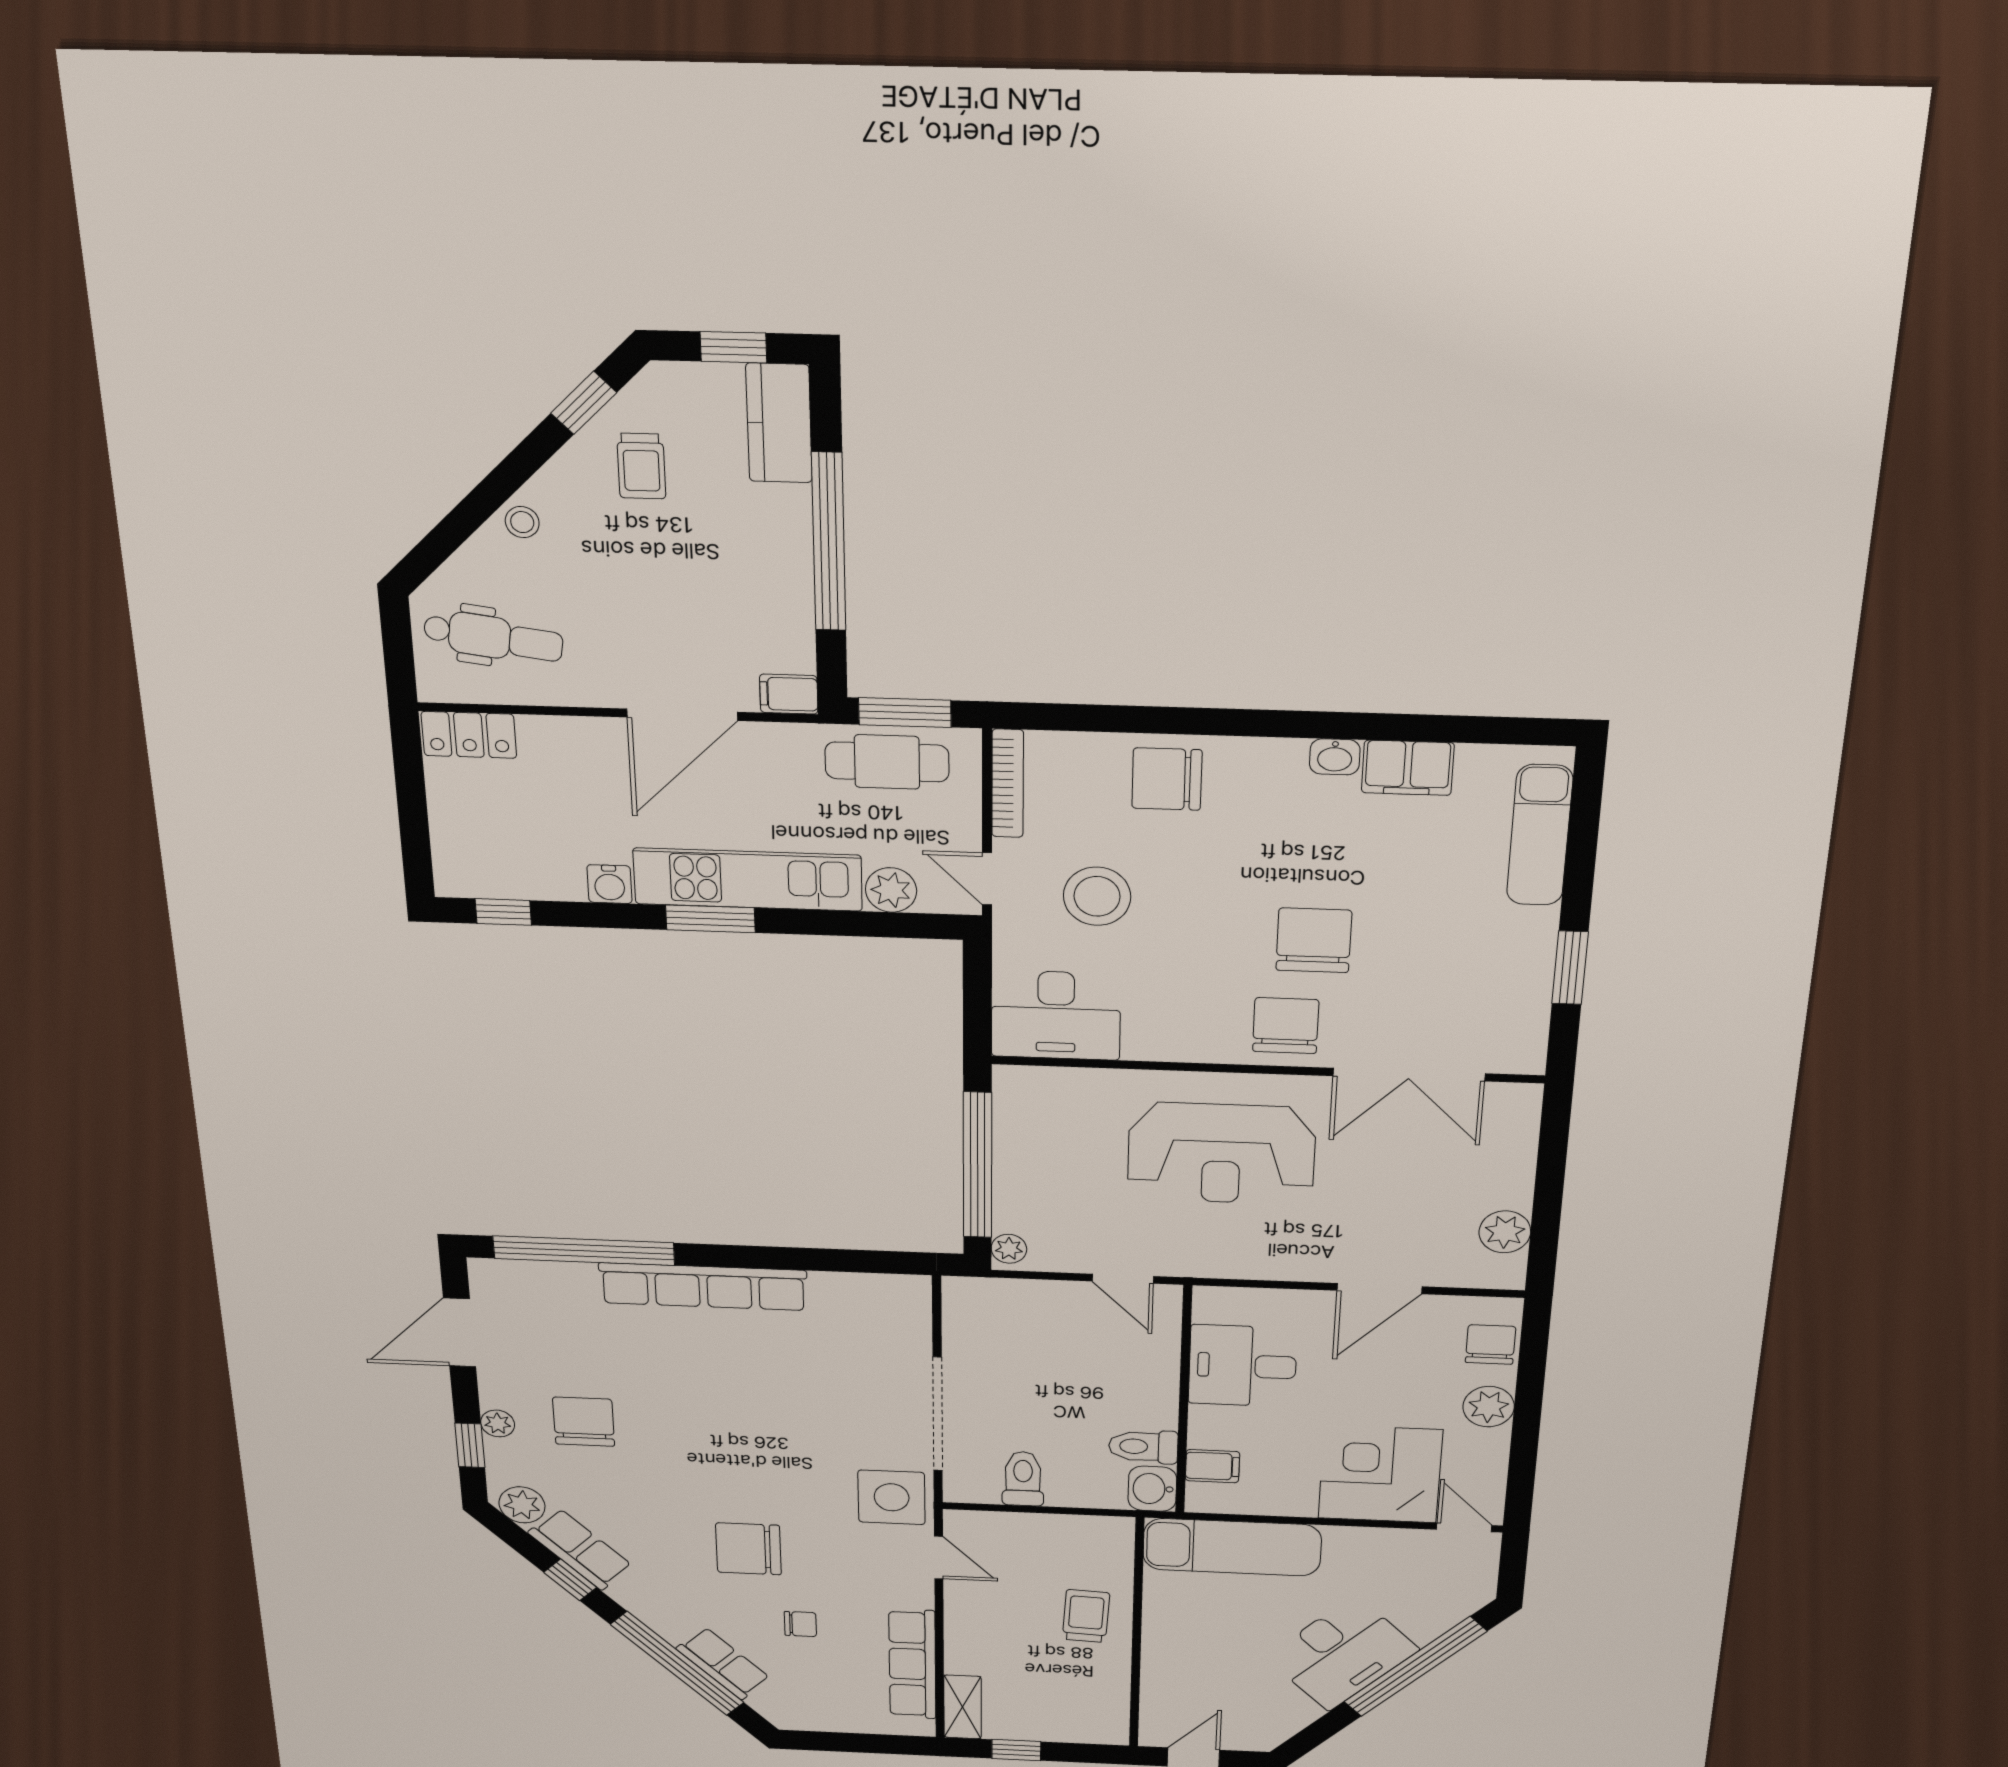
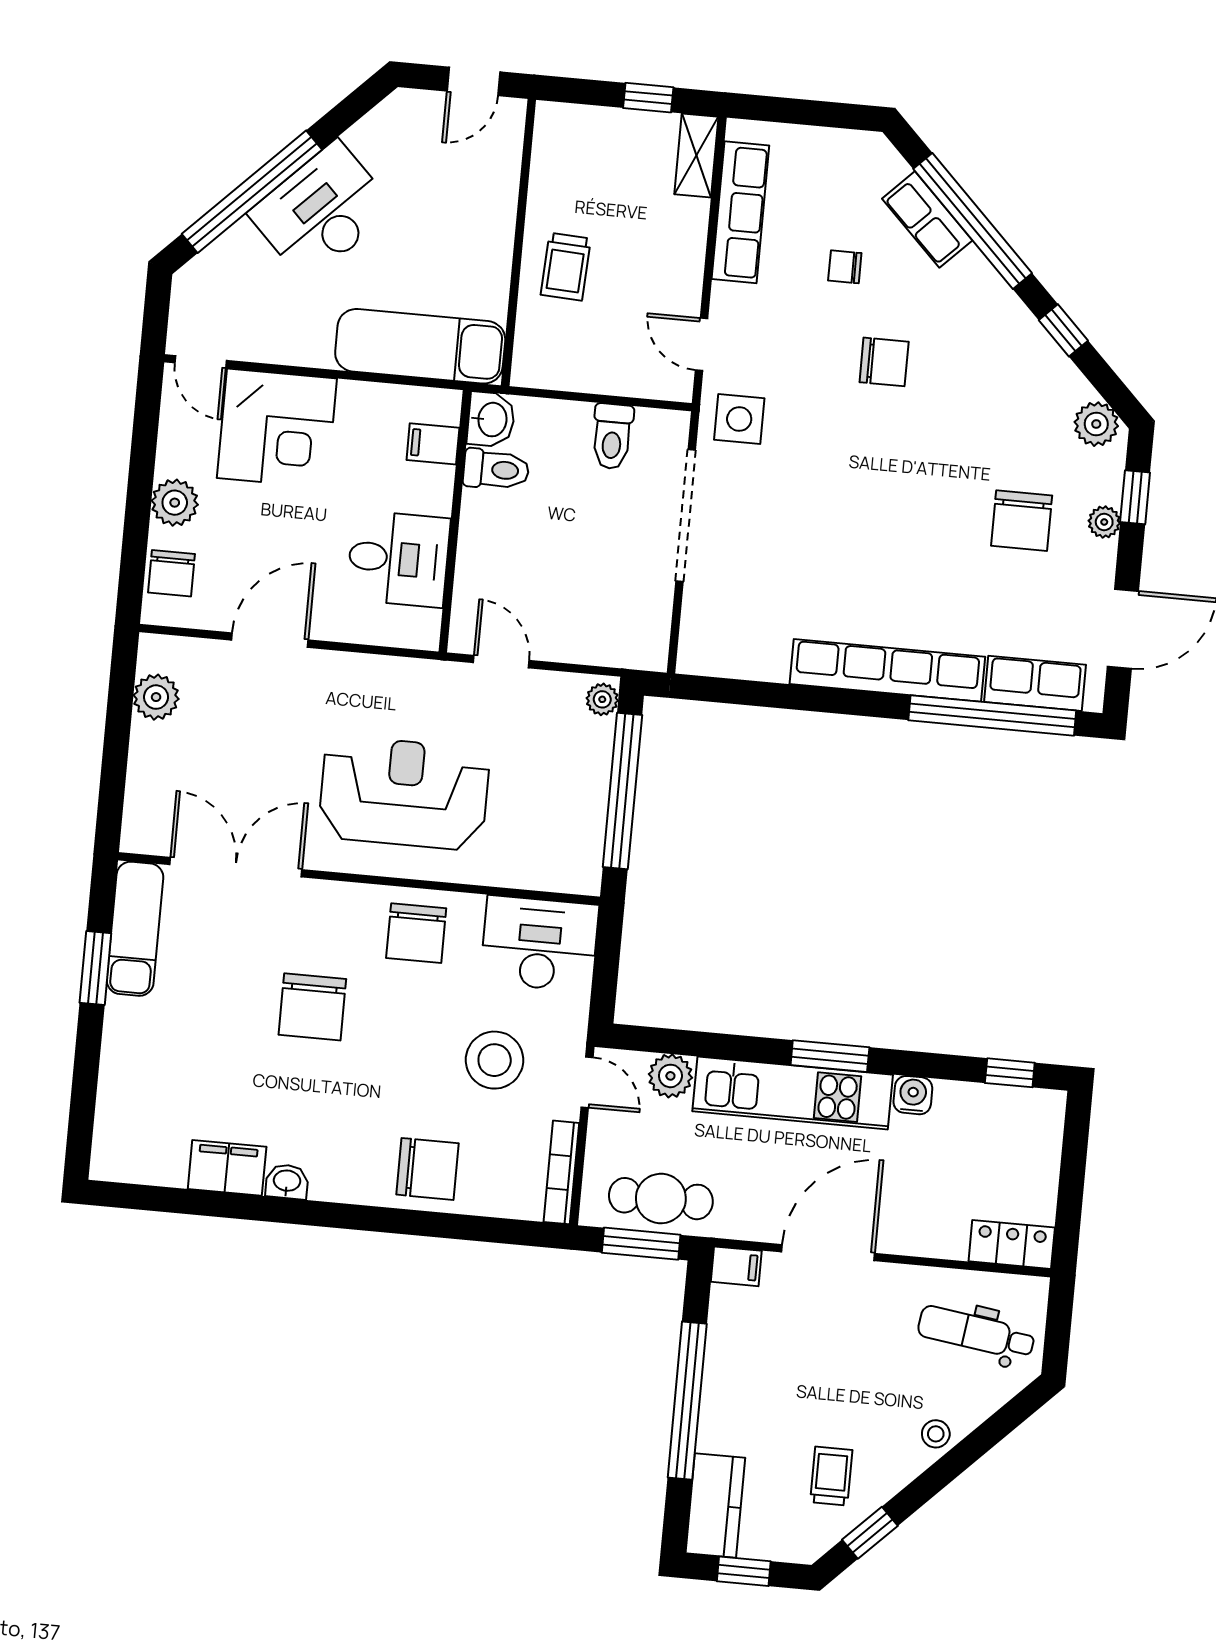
exam couch: (1540, 835) -> (135, 929), moved
chair: (1286, 1026) -> (416, 933), moved
side table: (892, 1497) -> (739, 419), width x0.73, depth x0.73
row of seats: (580, 1549) -> (1035, 683), moved, turned 135
chair: (748, 1549) -> (884, 362), width x0.73, depth x0.73

